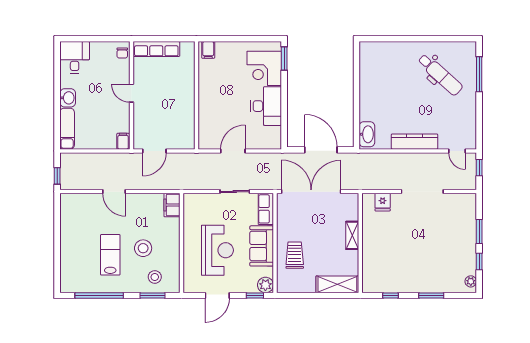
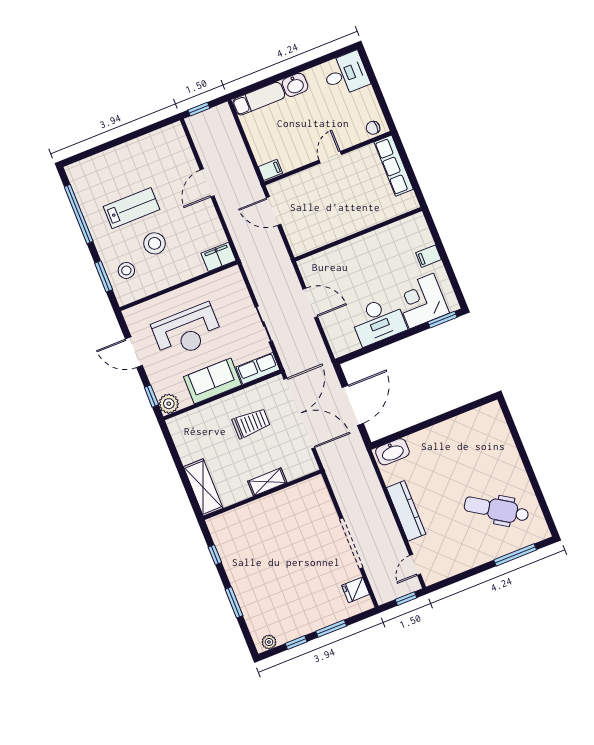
filing cabinet: (208, 50) -> (429, 256), moved
dental chair: (440, 75) -> (496, 509), turned 81
fridge: (383, 202) -> (356, 590), moved
trolley: (295, 255) -> (251, 423), moved

